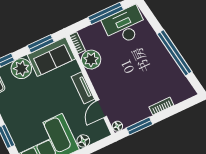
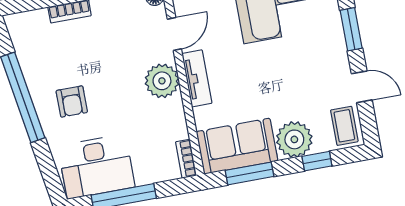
armchair: (147, 57) -> (72, 101), added
plant: (91, 60) -> (162, 81), moved

